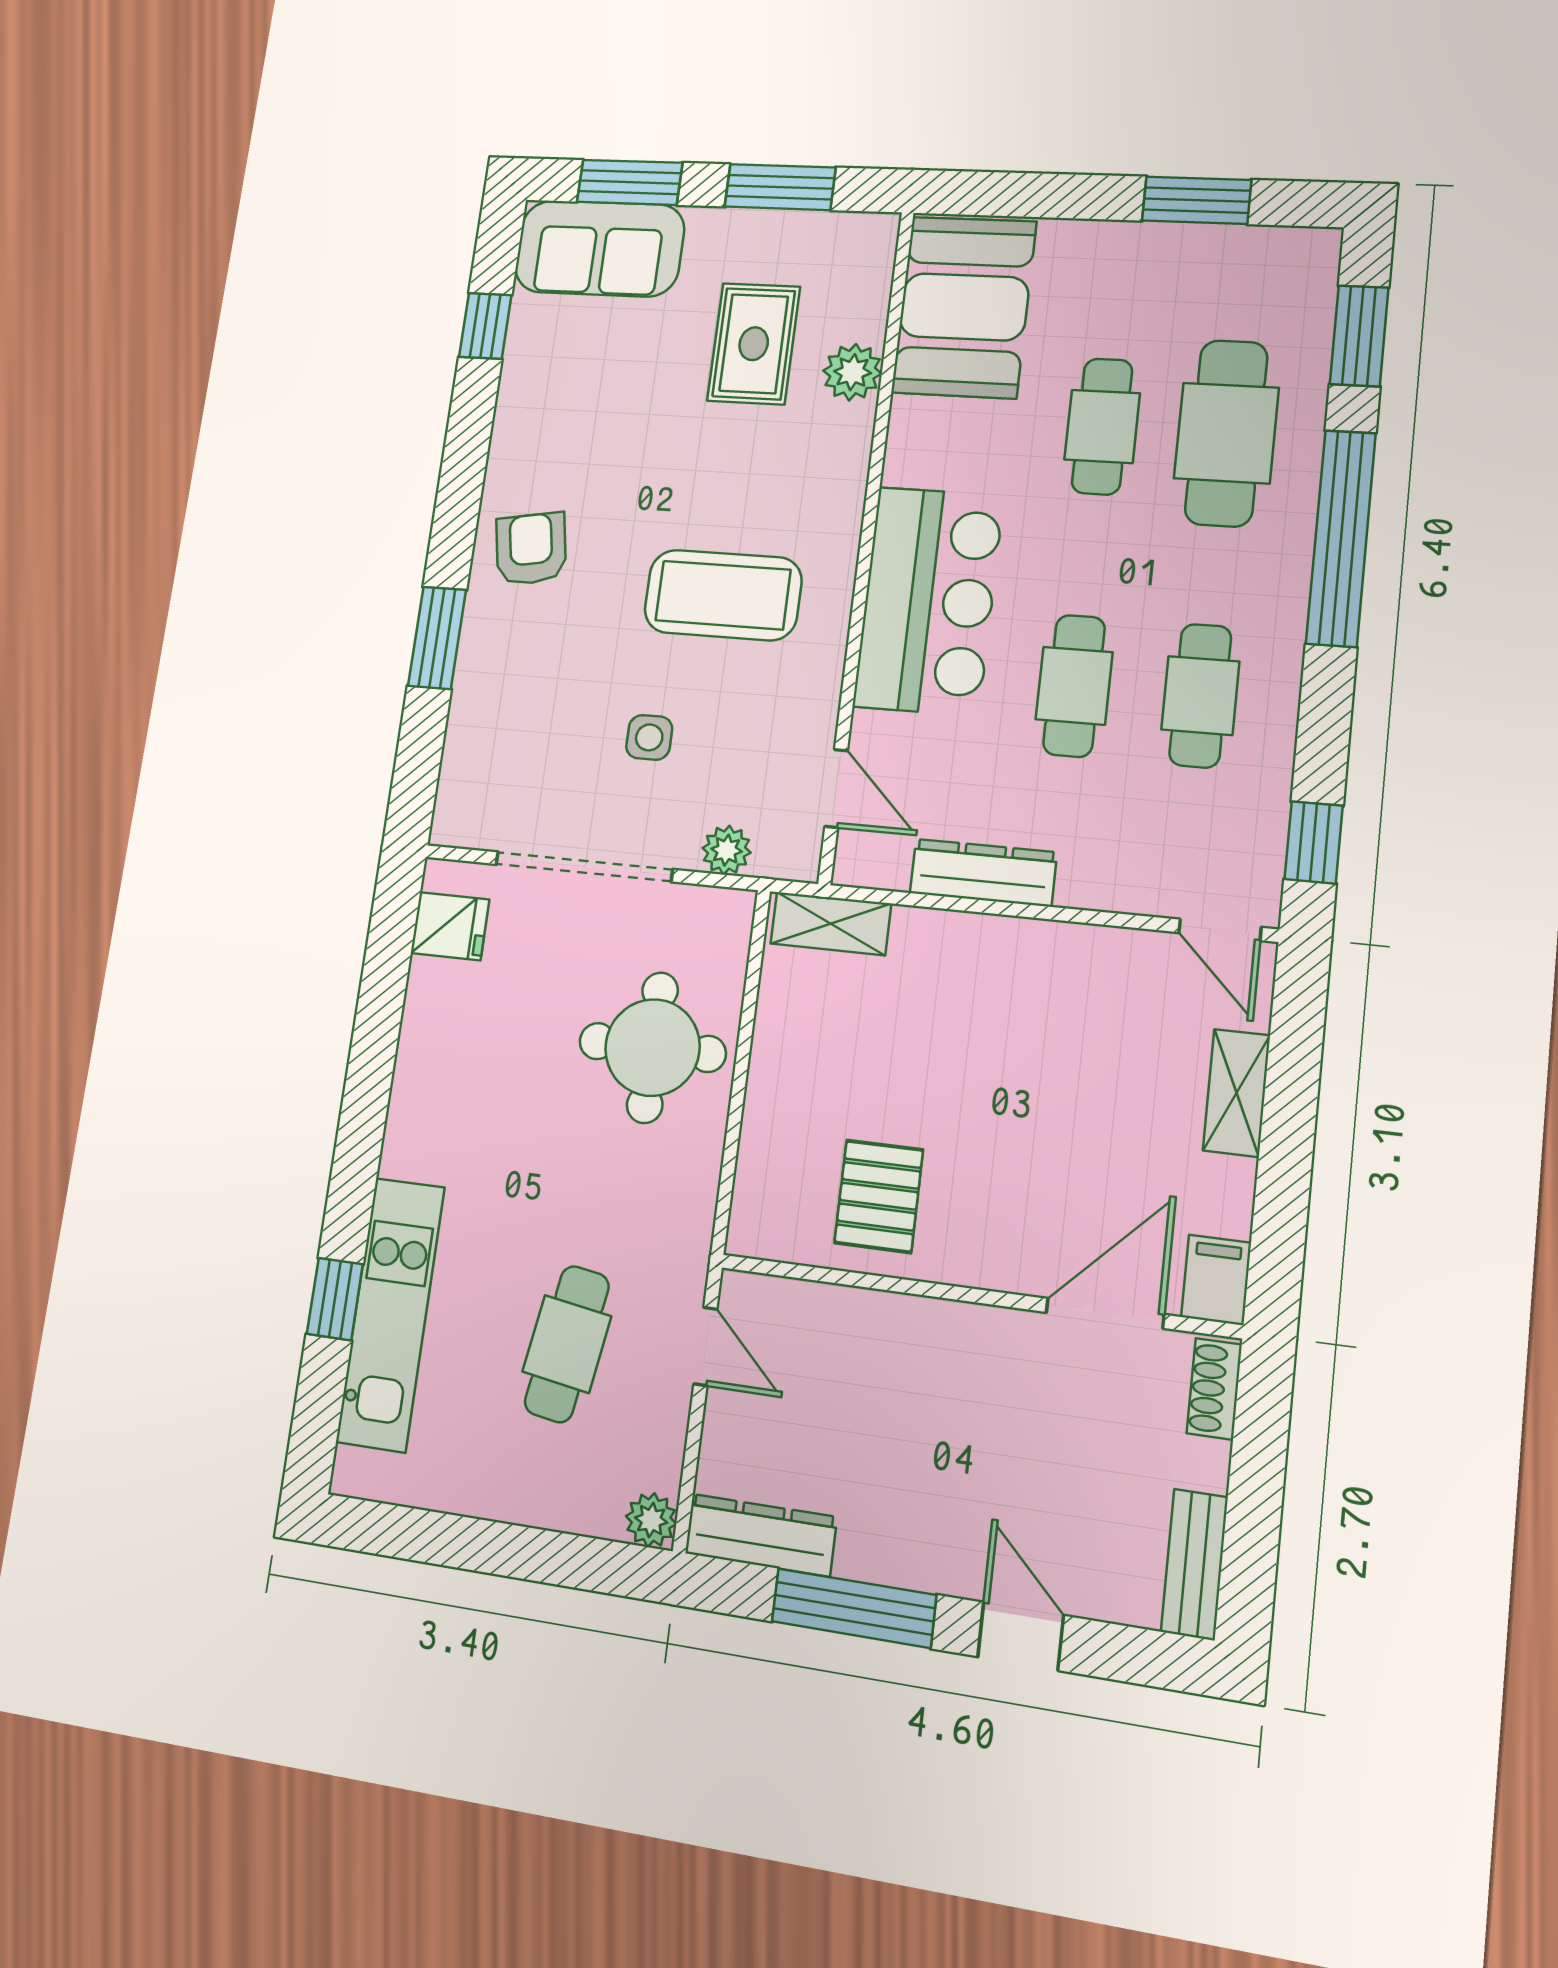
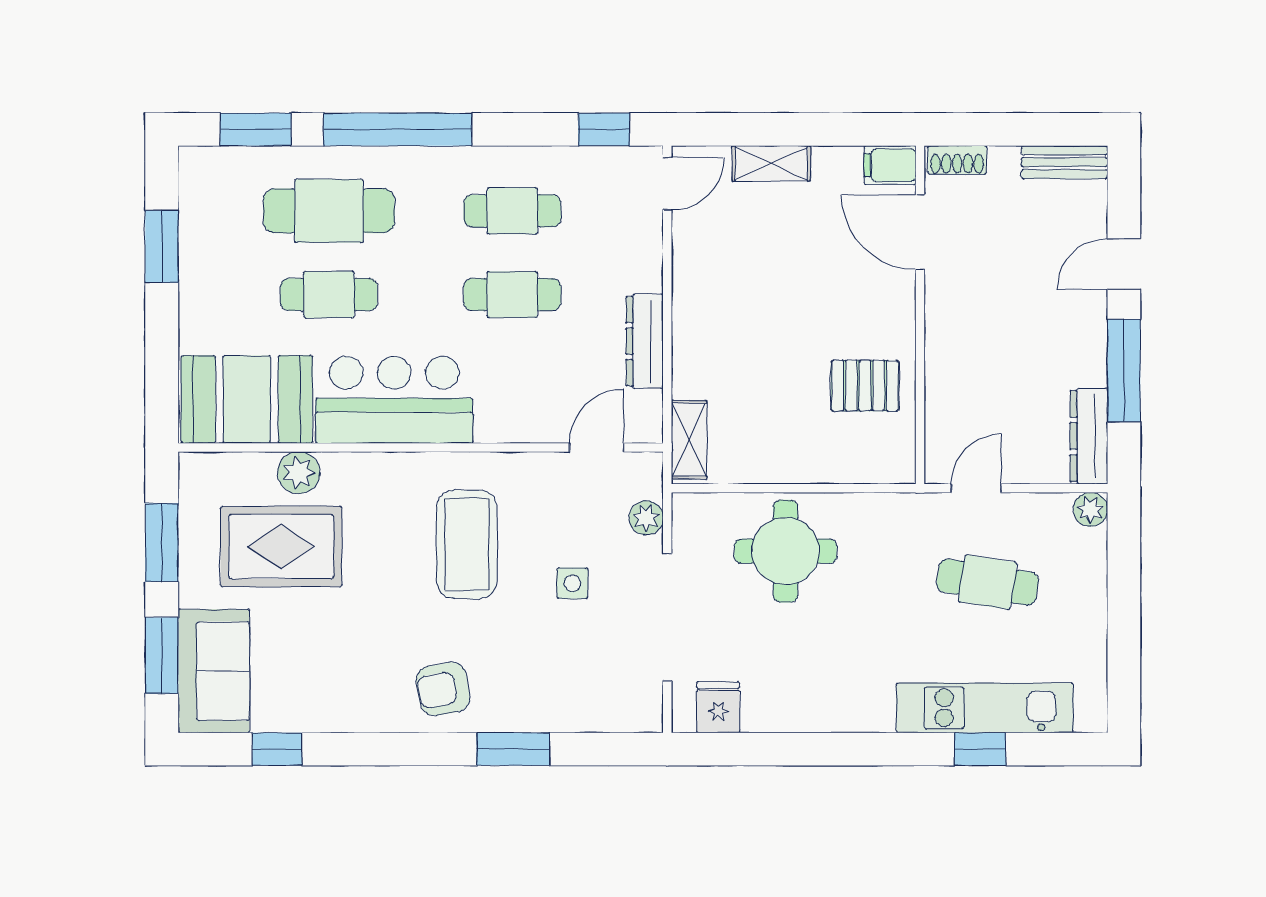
rug: (754, 344) -> (281, 547), width x1.36, depth x1.43
bar counter: (928, 601) -> (394, 400), moved

